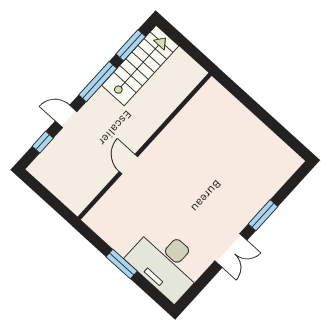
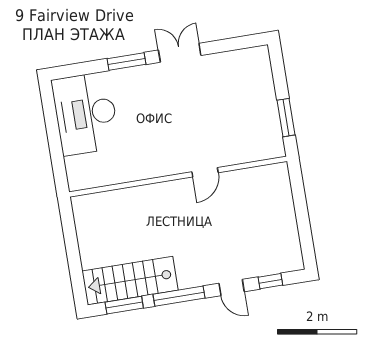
wall: (145, 146) -> (178, 177), moved
door: (128, 164) -> (205, 172), moved
desk: (166, 263) -> (86, 114), moved, turned 180

